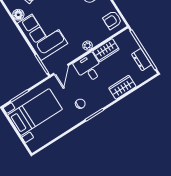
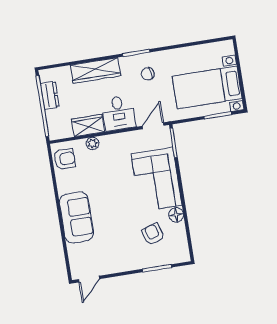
plant: (88, 46) -> (92, 143), moved
wardrobe: (122, 87) -> (96, 70), width x1.50

